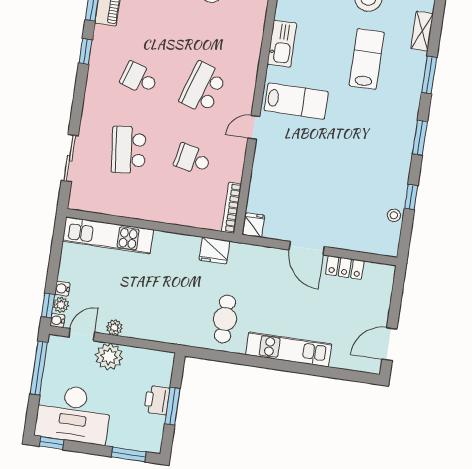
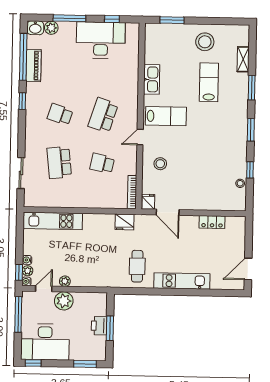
stool: (279, 171) -> (160, 164), added
door: (307, 248) -> (168, 212), moved

